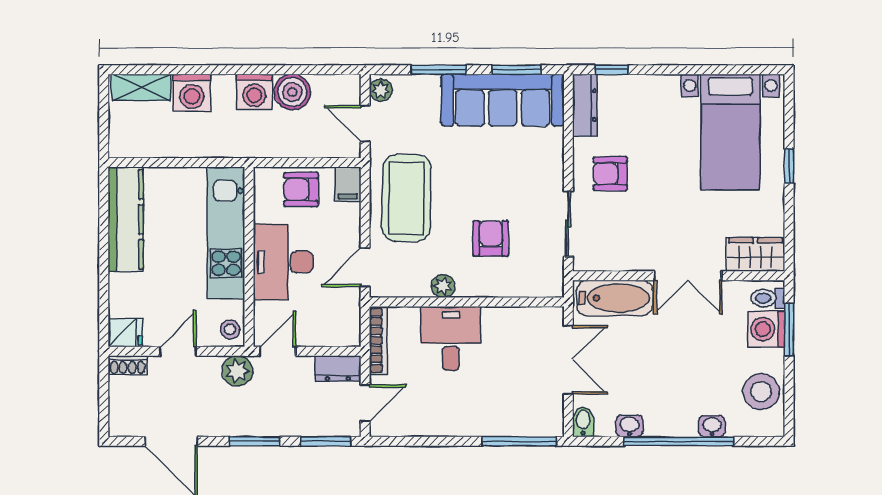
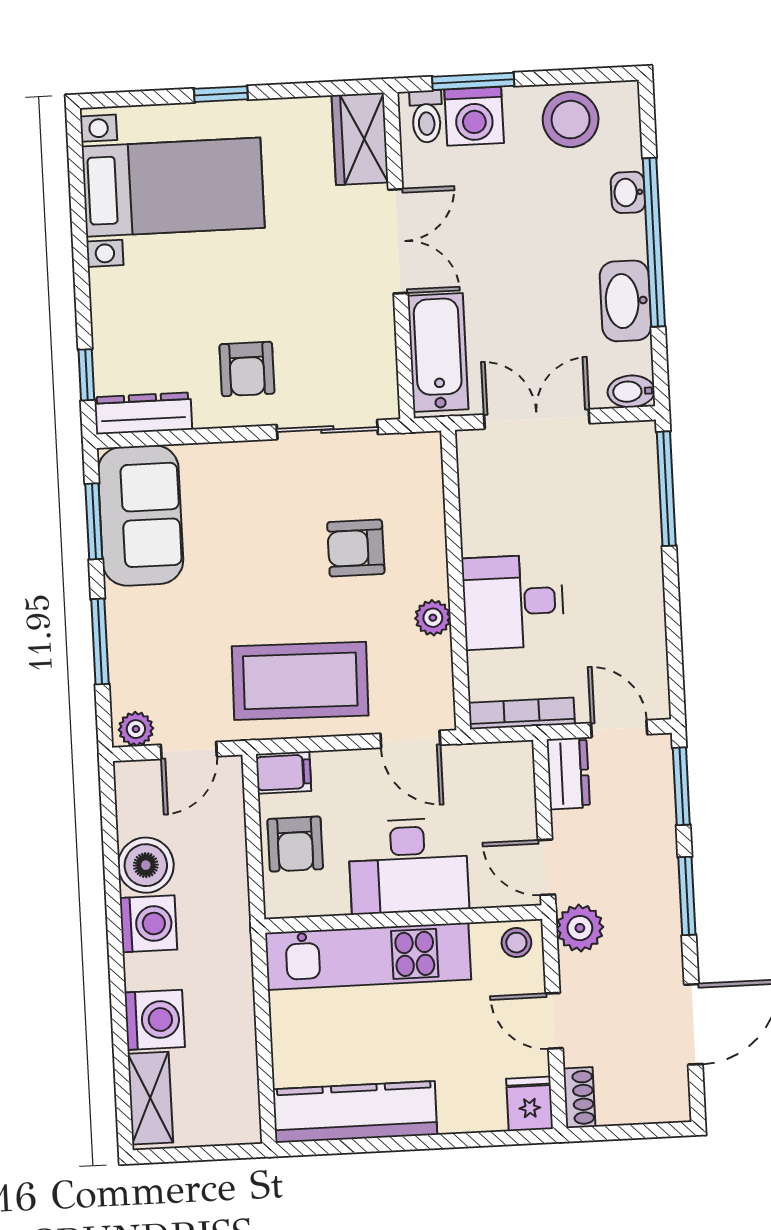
sofa: (503, 100) -> (141, 515), width x0.73
washbasin: (630, 426) -> (626, 301), width x1.91, depth x1.45

